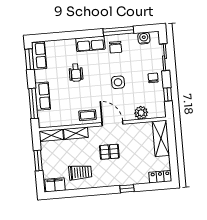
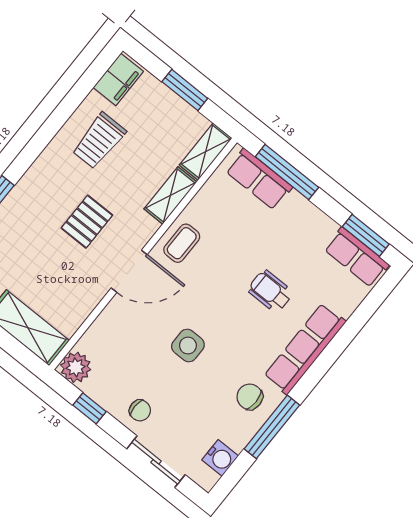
row of seats: (90, 44) -> (305, 349), width x1.48
row of seats: (43, 96) -> (259, 179), moved
plant: (141, 113) -> (76, 367), moved

